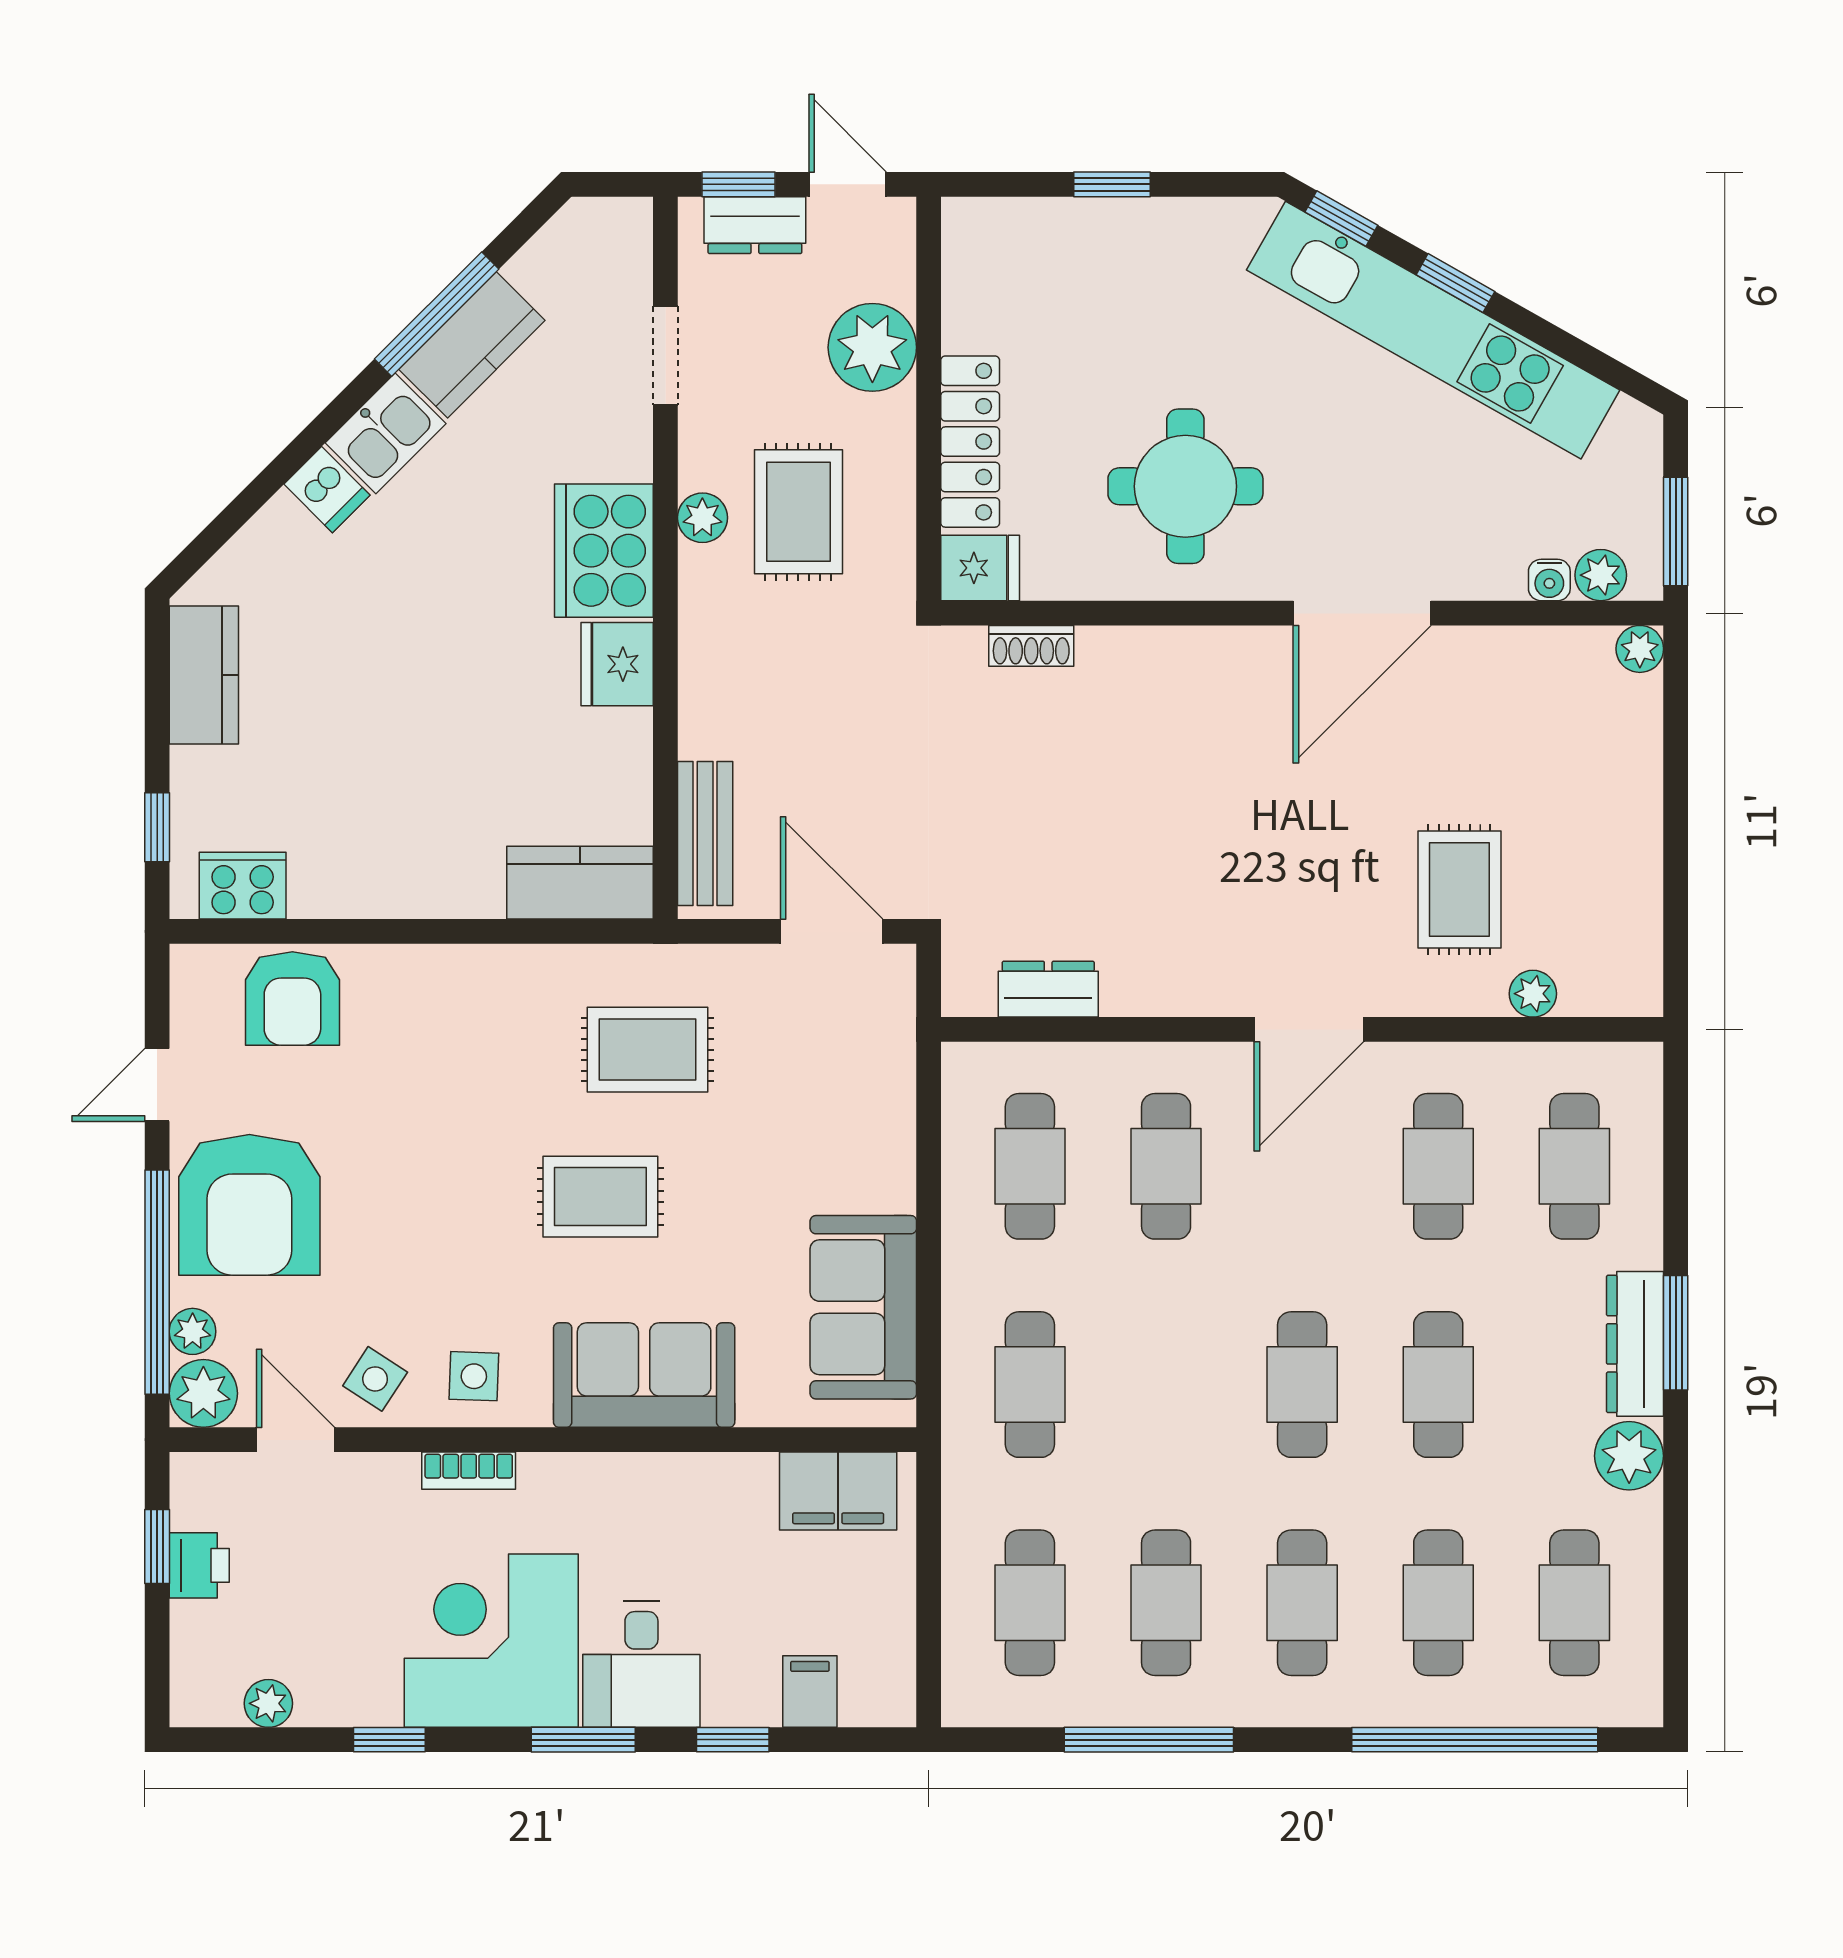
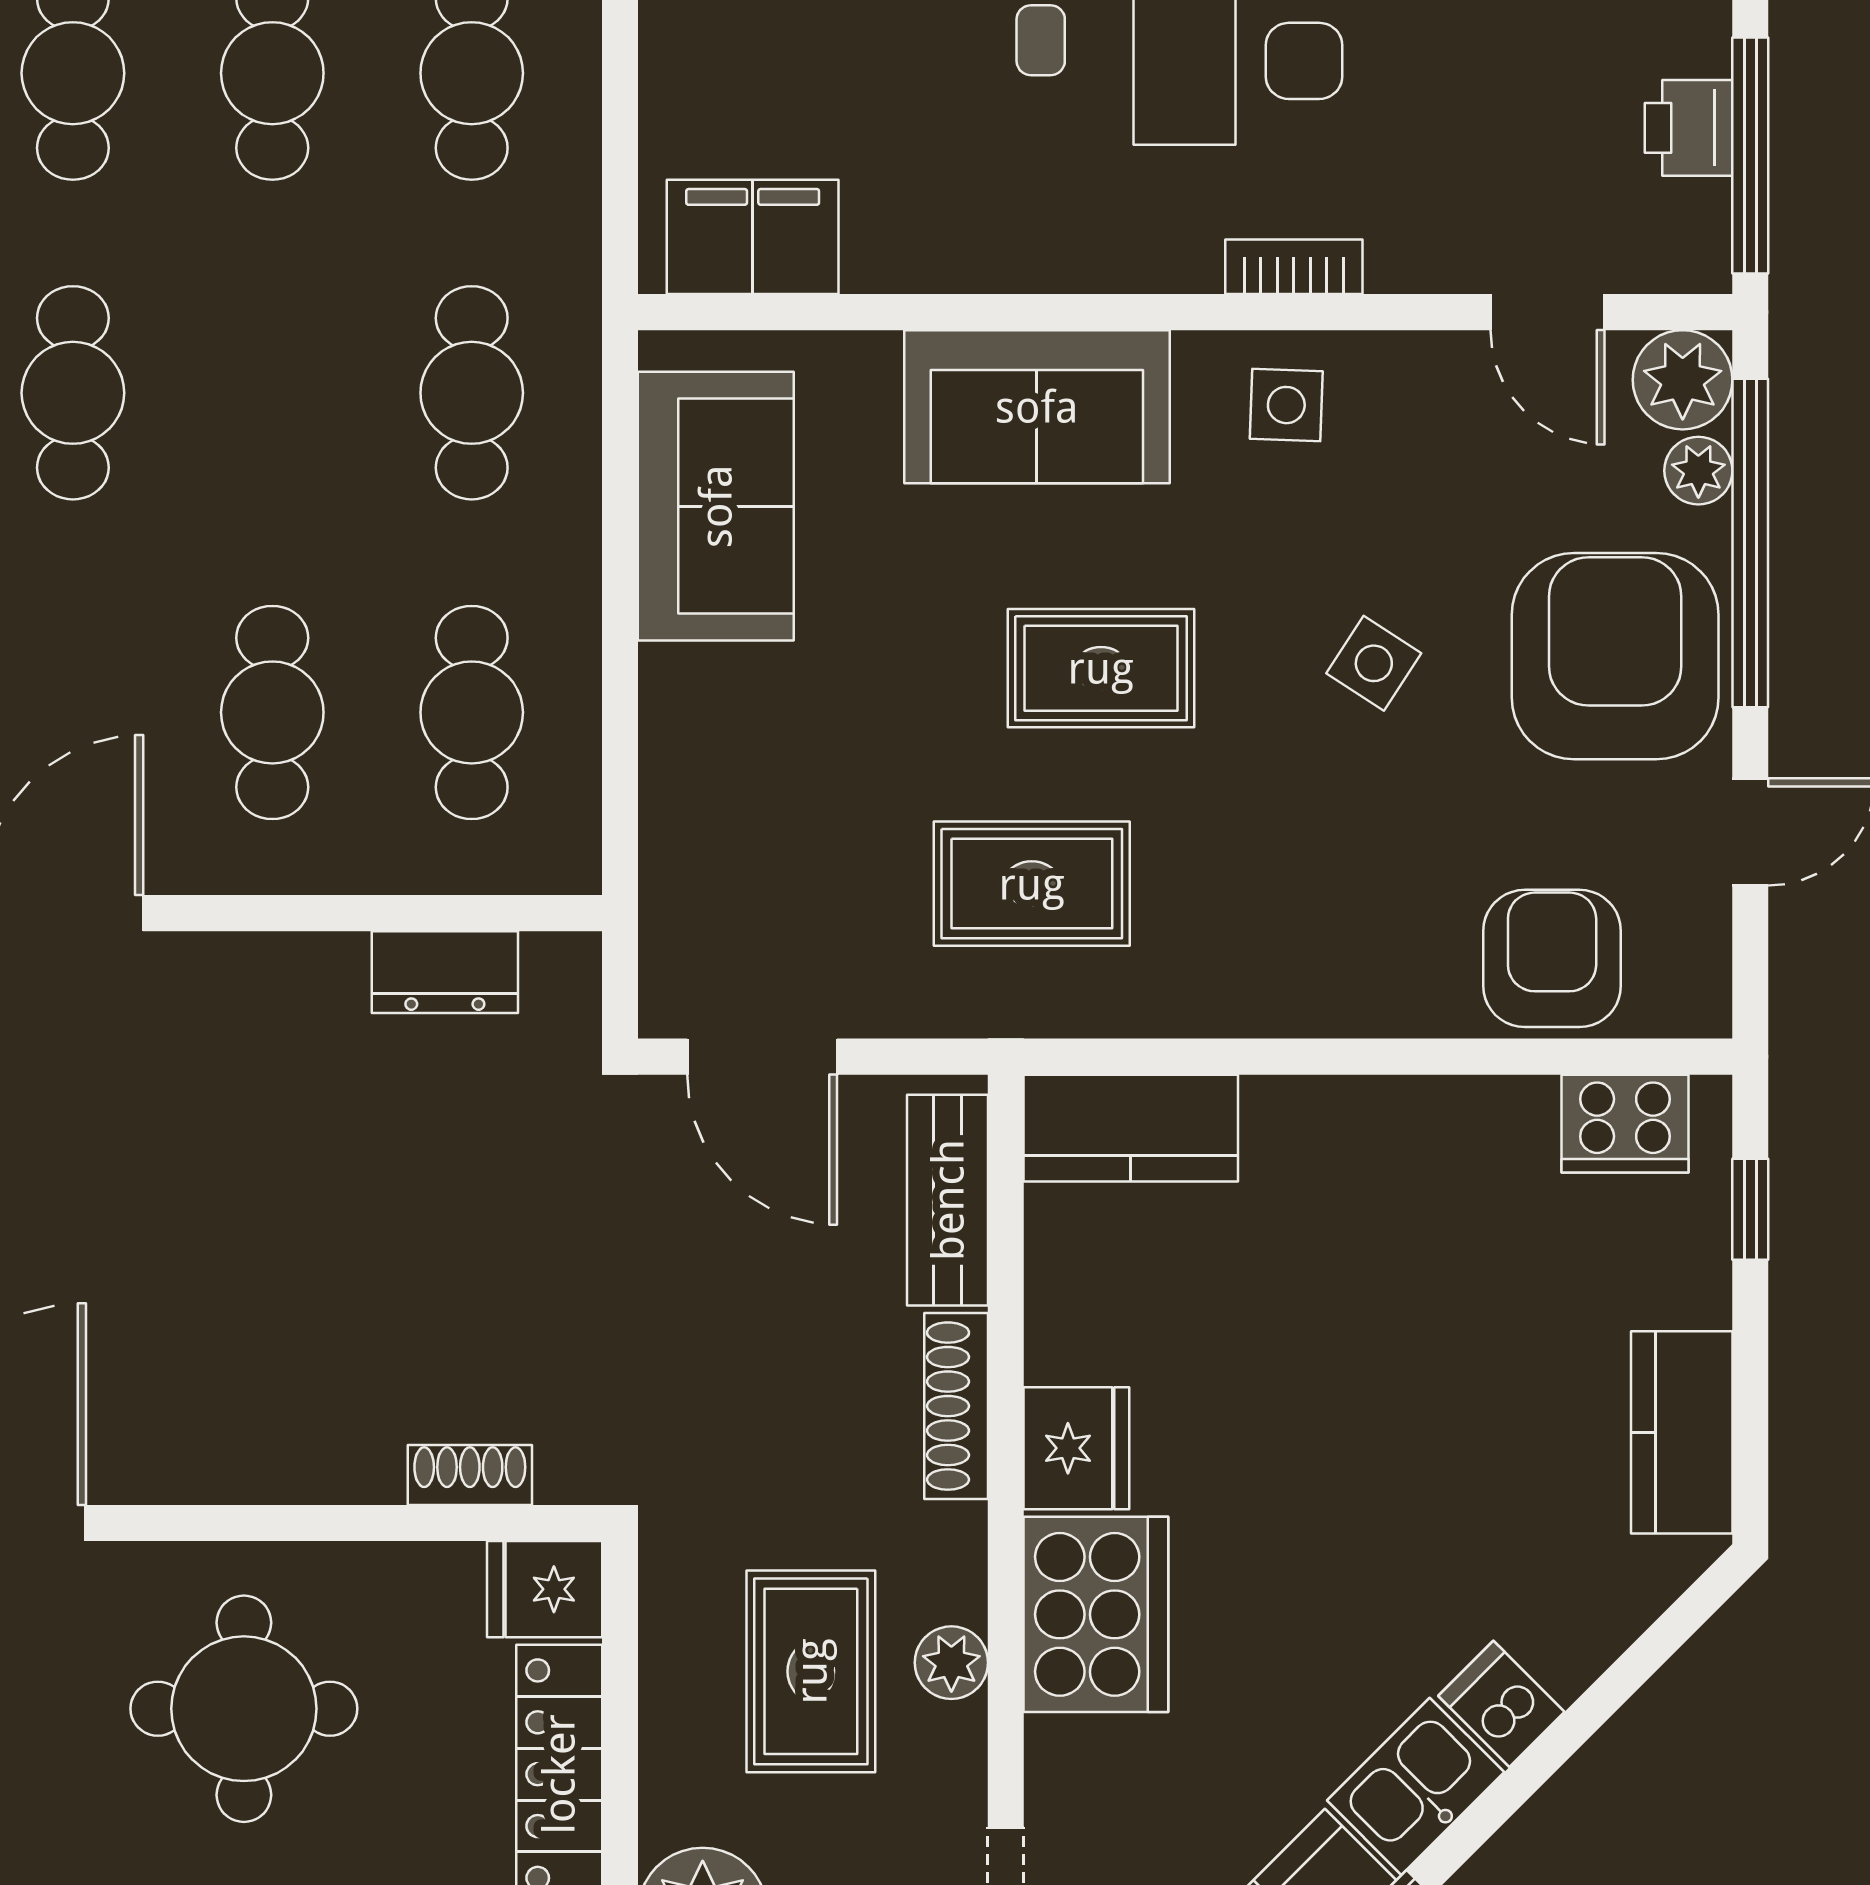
shoe rack: (699, 693) -> (956, 1406), added
side table: (375, 1379) -> (1374, 663), moved
window: (157, 1547) -> (1750, 156), width x2.17

